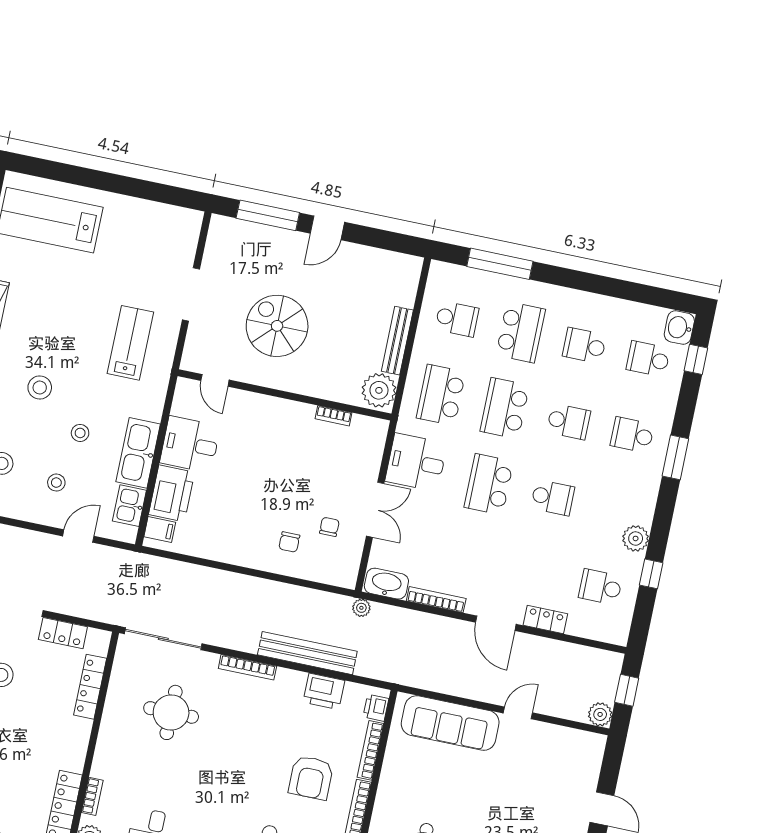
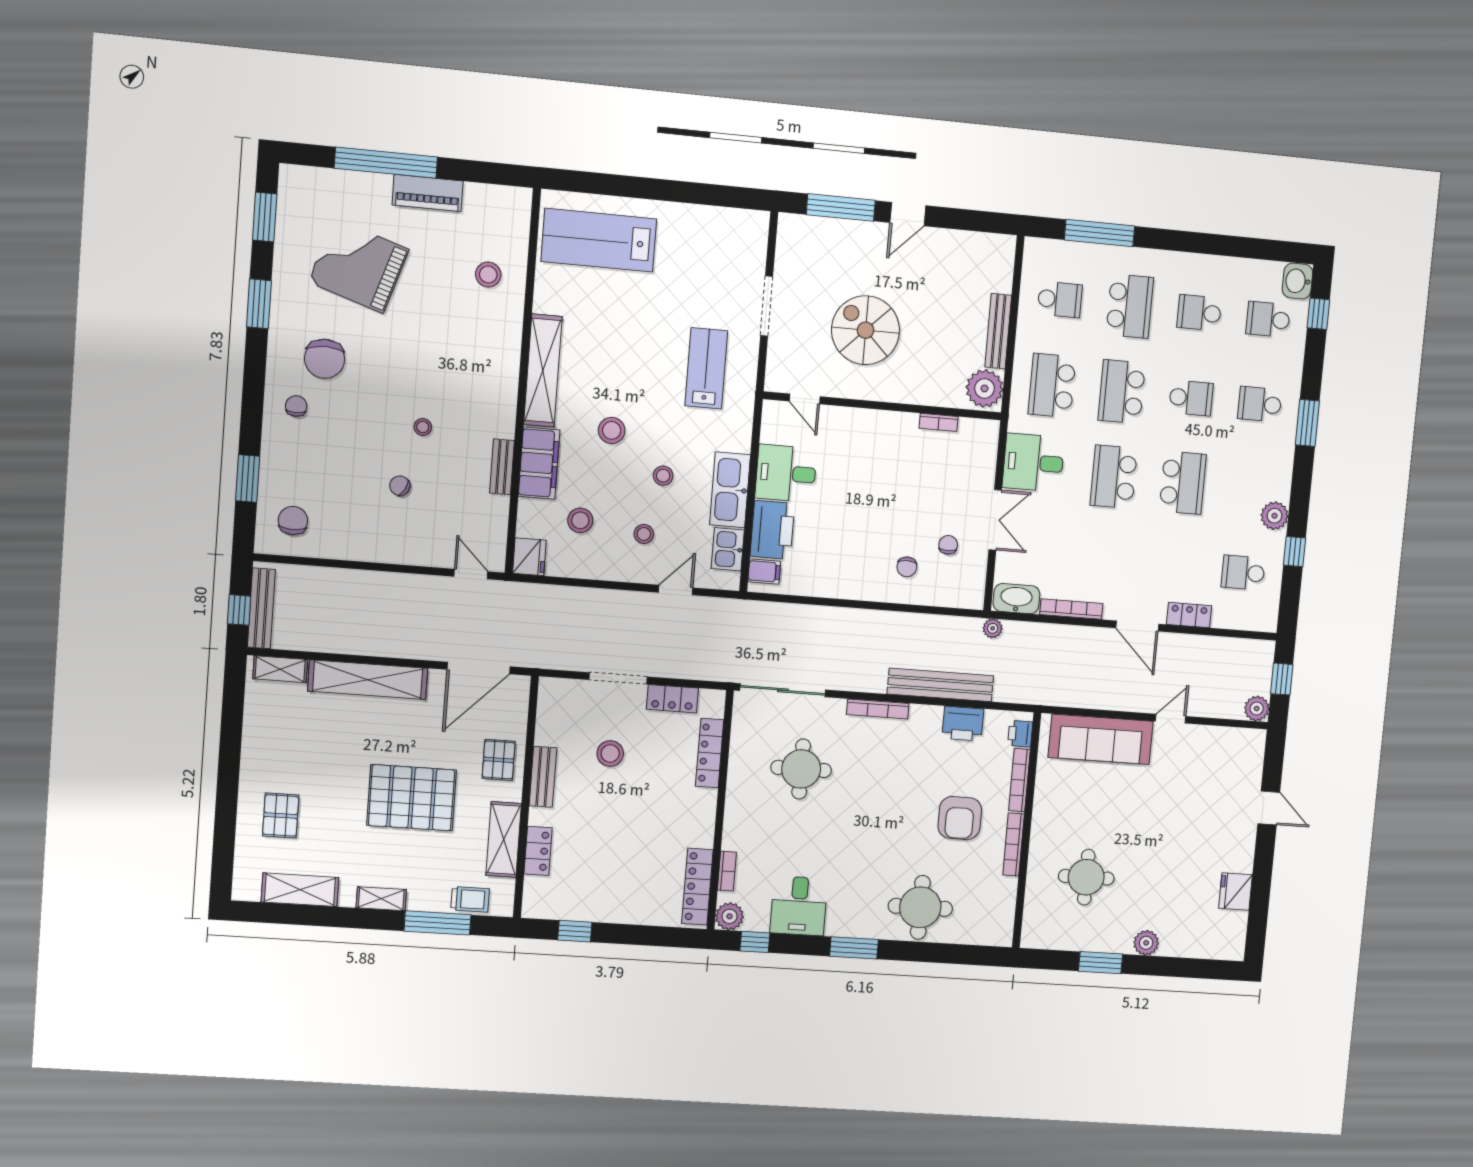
school desk: (553, 498) -> (1183, 483), width x1.85

